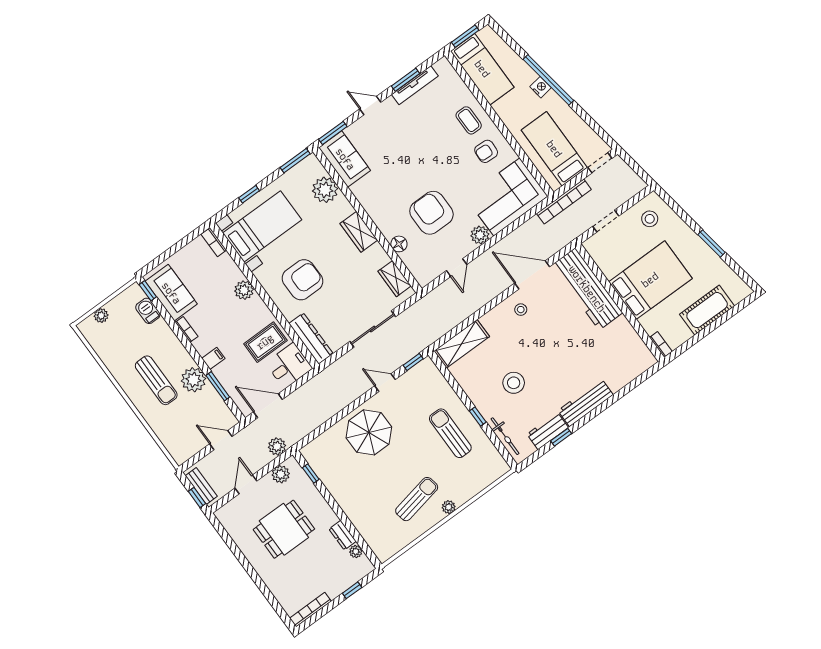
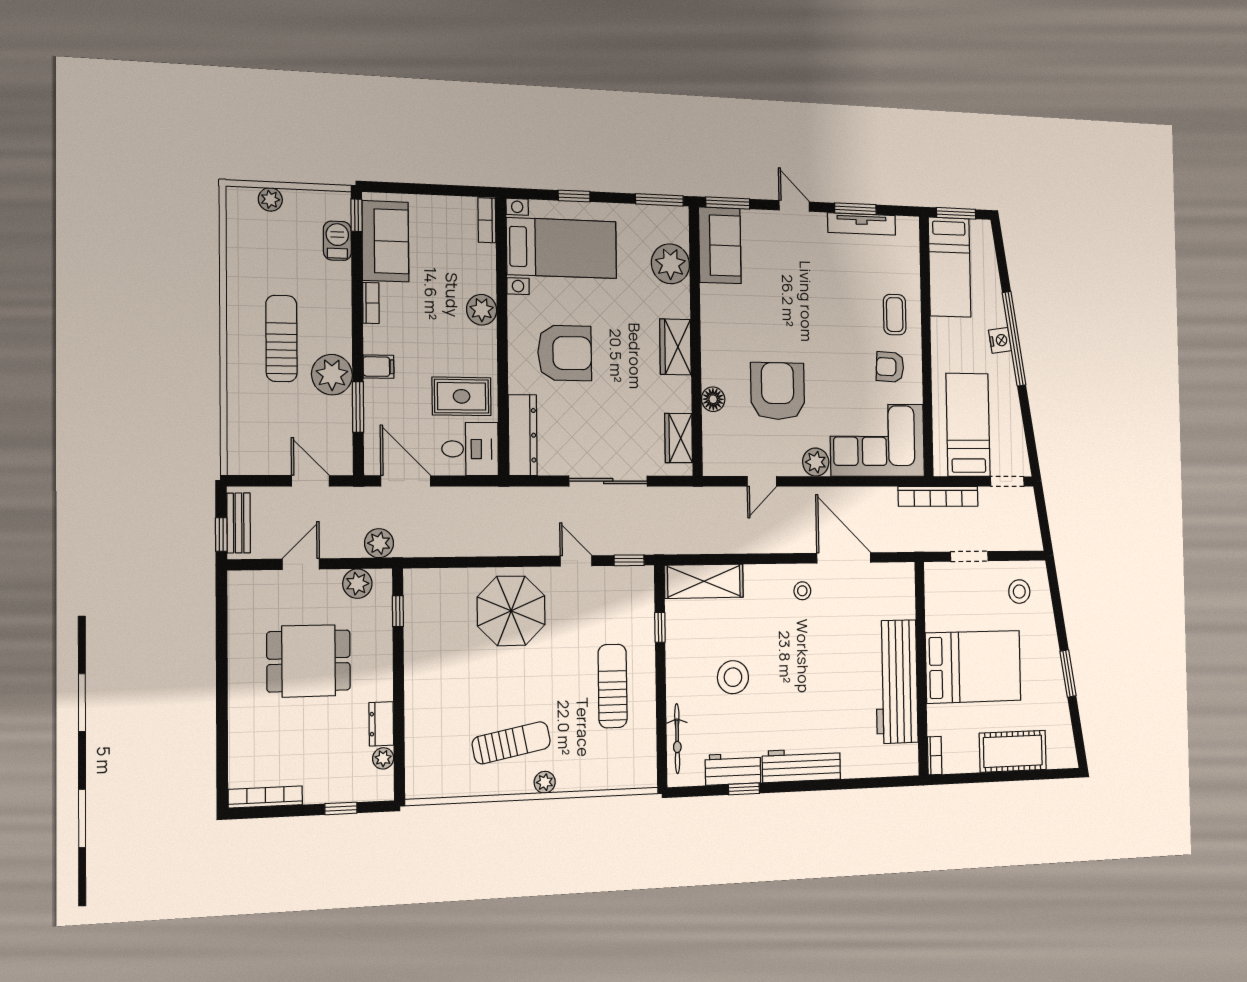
workbench: (587, 289) -> (897, 682), moved
sun lounger: (156, 380) -> (281, 338), turned 180
window: (478, 417) -> (660, 627), moved

